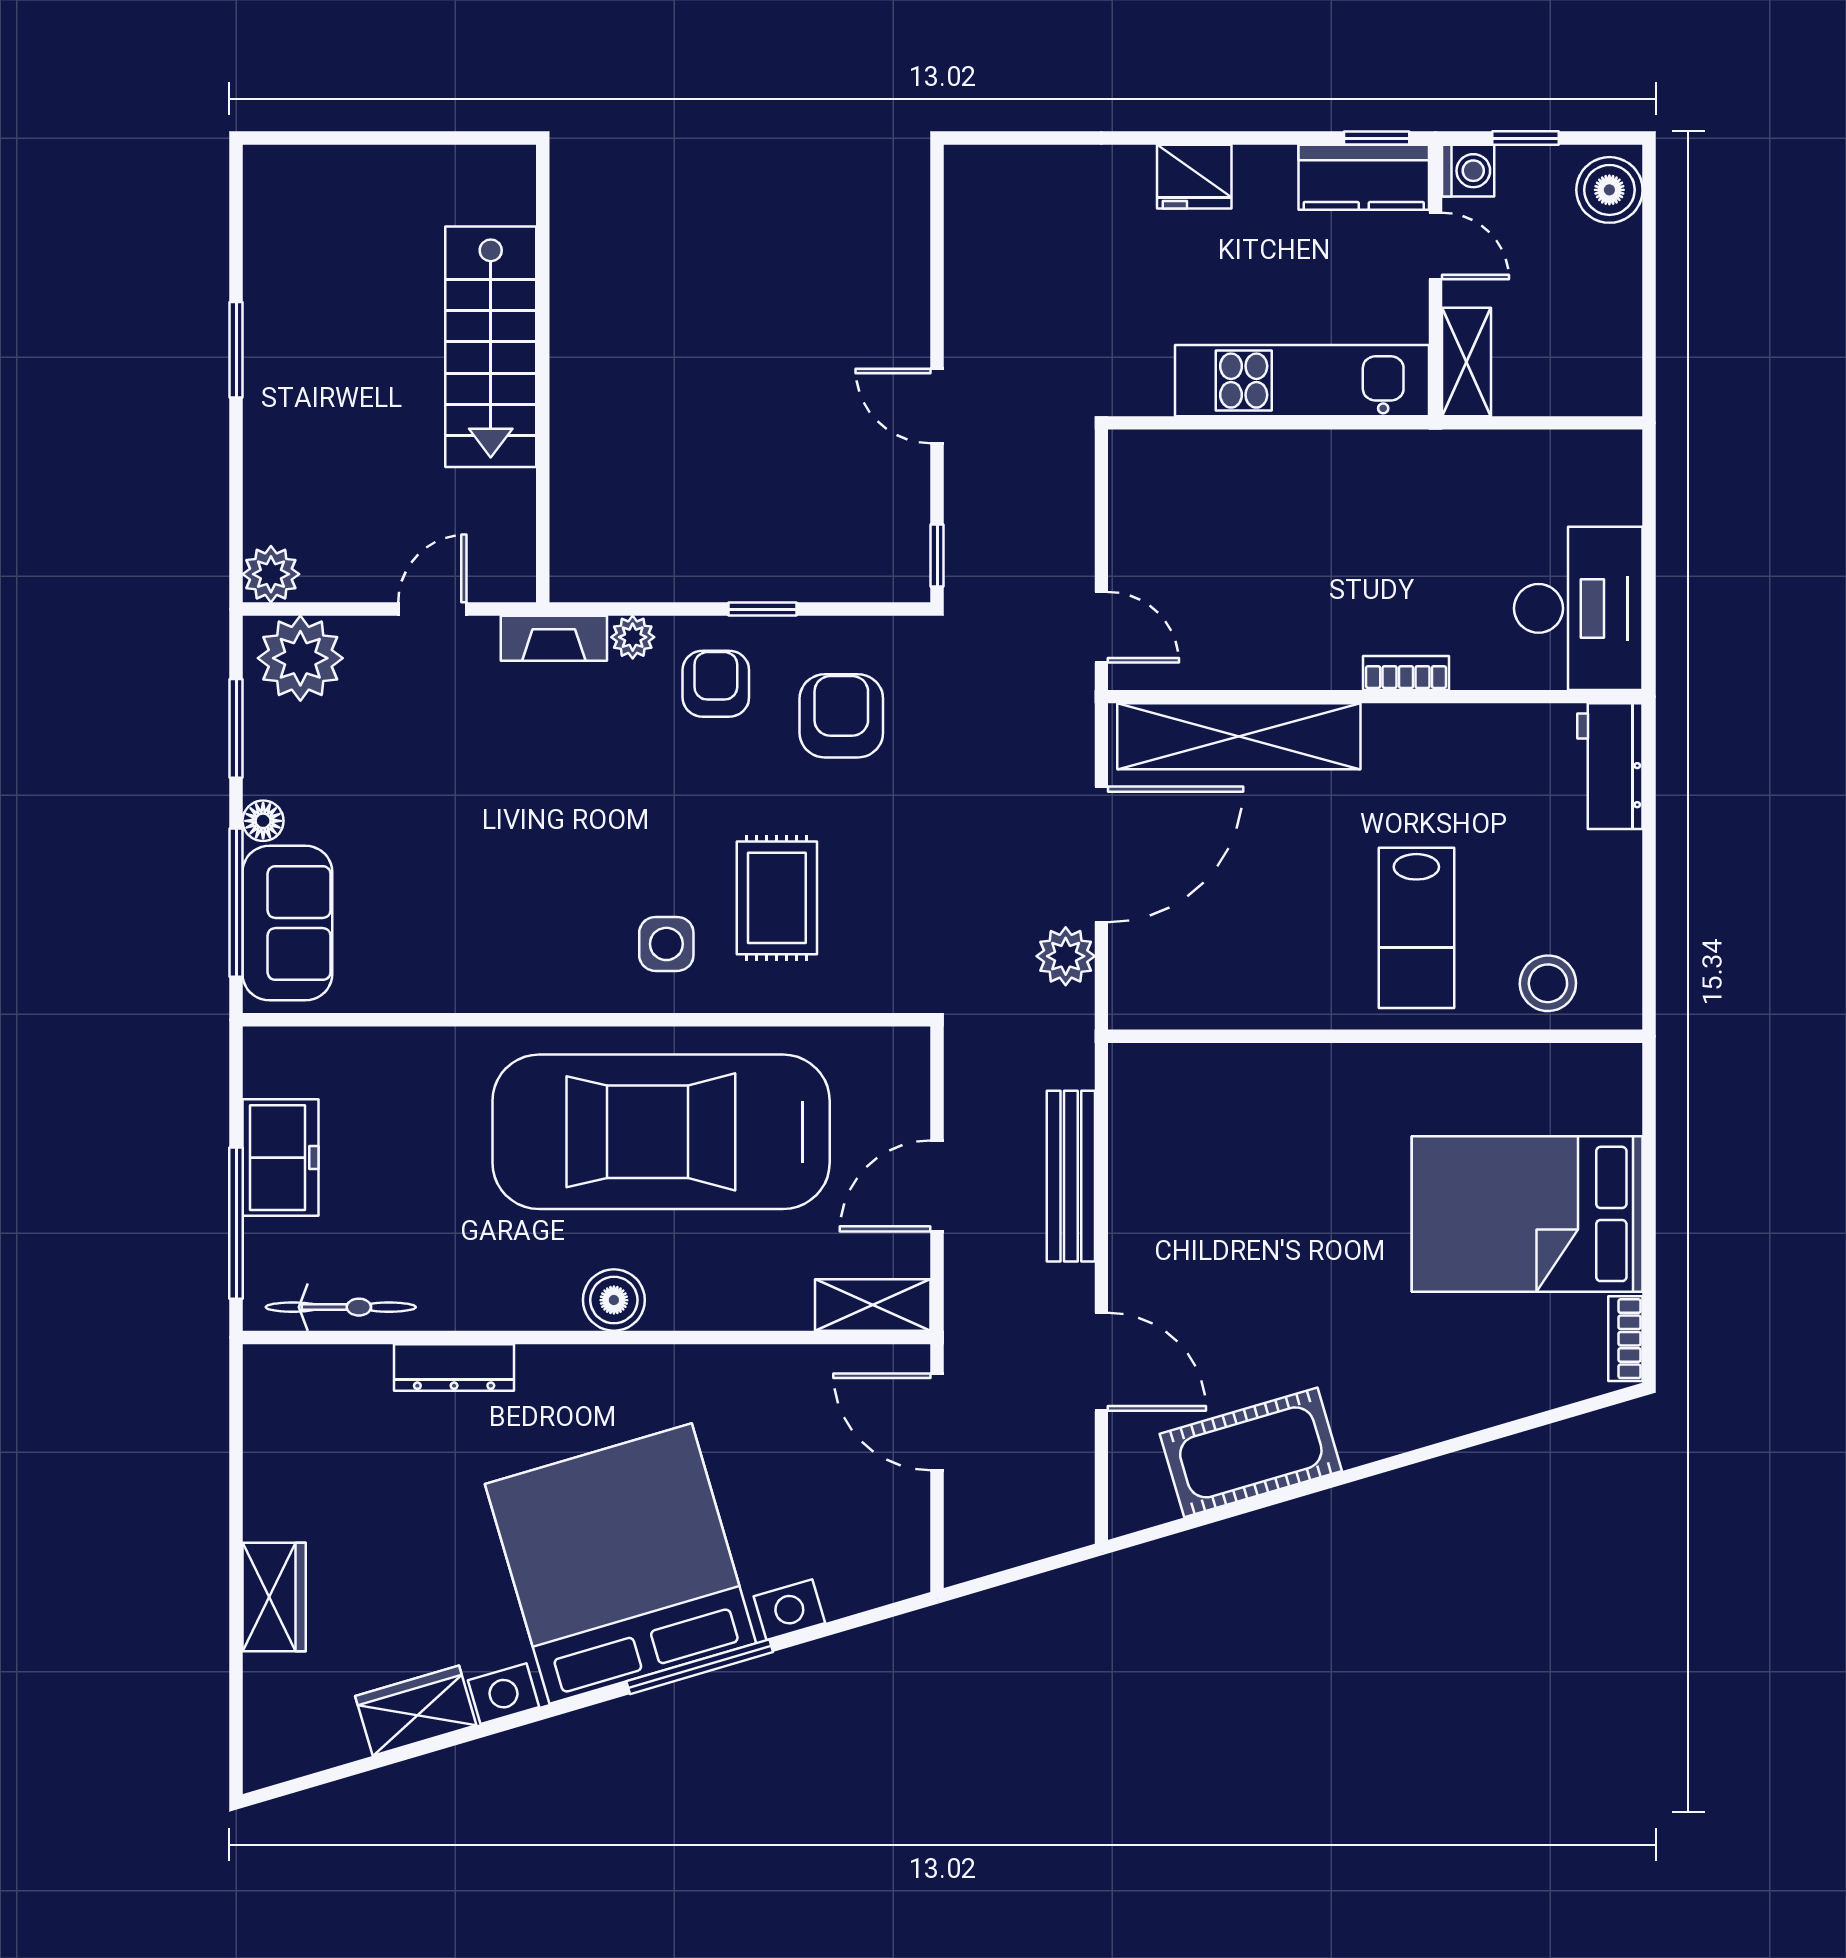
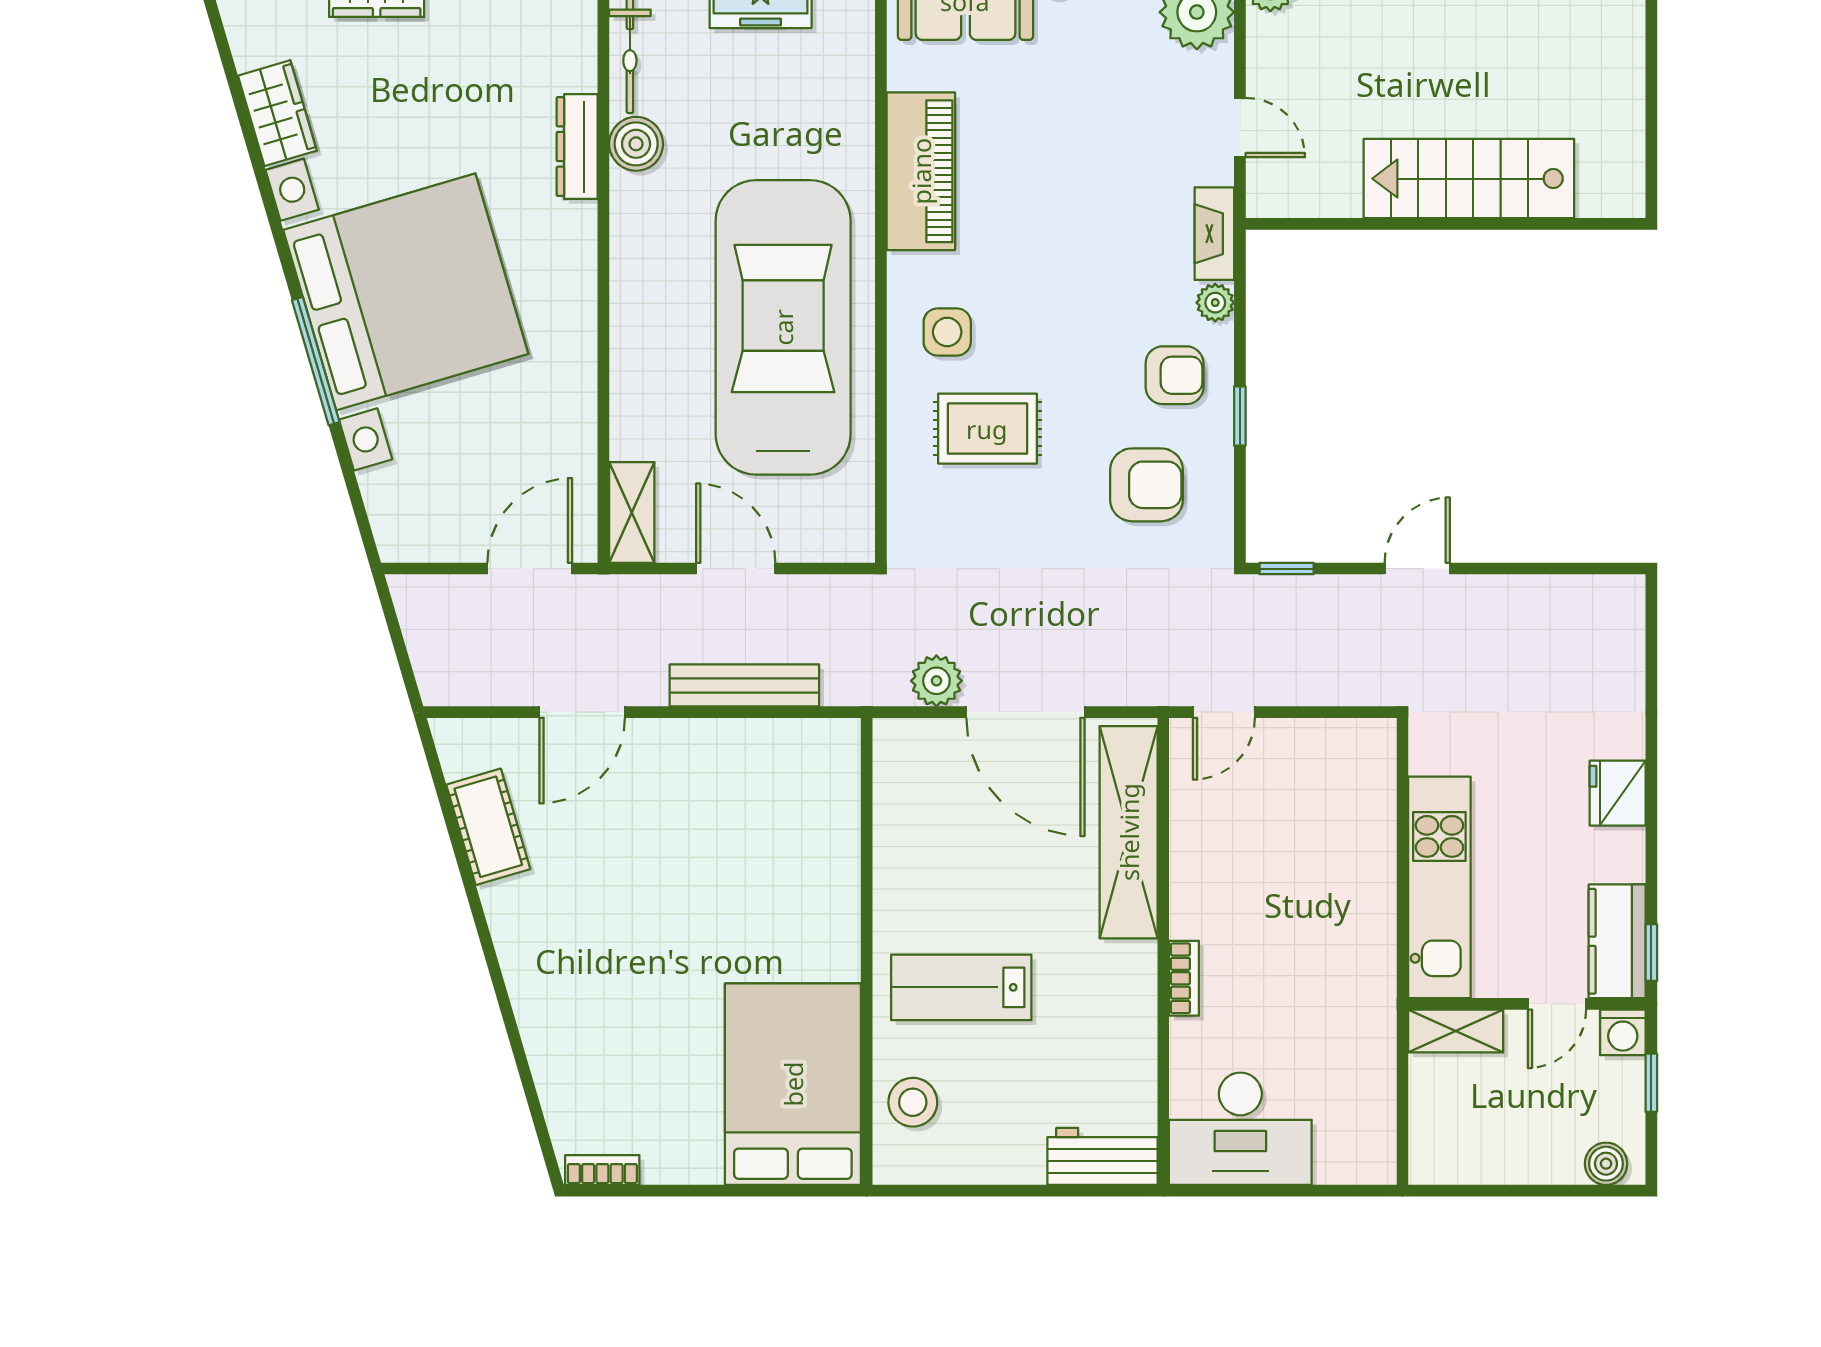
boiler: (1609, 190) -> (1606, 1164), width x0.73, depth x0.73
piano: (482, 974) -> (921, 171), added
bed: (1527, 1214) -> (793, 1084), moved
boiler: (614, 1300) -> (636, 144), moved
cot: (1251, 1452) -> (488, 827), width x0.73, depth x0.75

